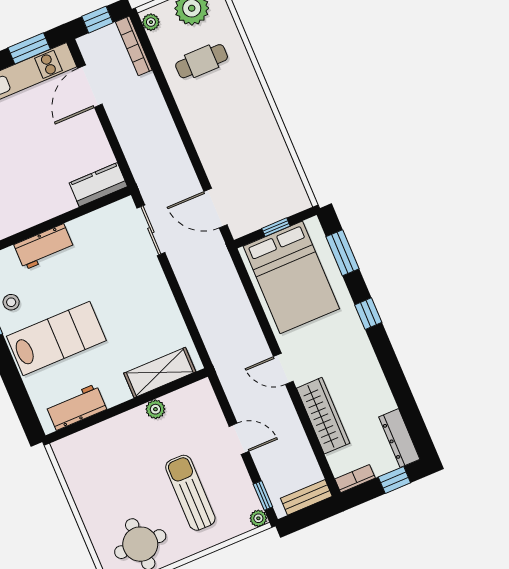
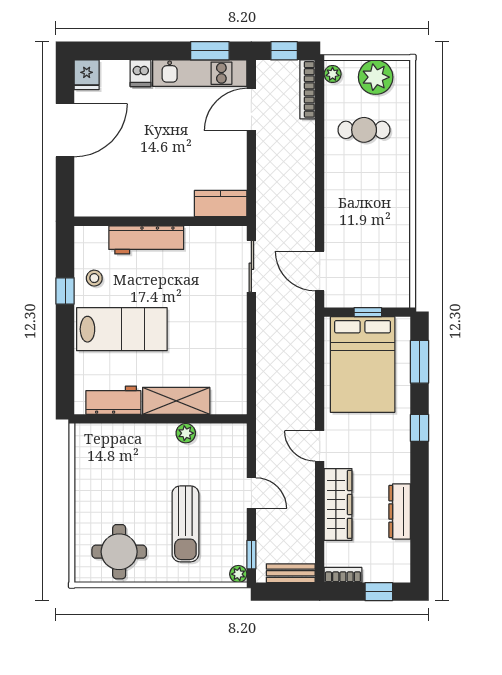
workbench: (44, 247) -> (146, 240), width x1.38
shelving: (160, 372) -> (176, 401), moved
dresser: (399, 438) -> (400, 511), moved
sun lounger: (190, 493) -> (185, 524), turned 180

